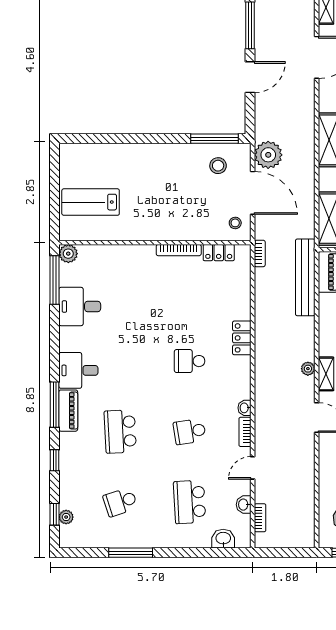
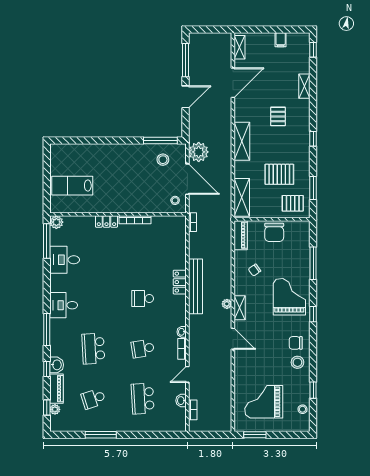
locker: (219, 253) -> (106, 221), moved
bench: (305, 277) -> (196, 286), moved
piano: (68, 411) -> (56, 389), moved
washbasin: (223, 539) -> (57, 365), moved, turned 90

